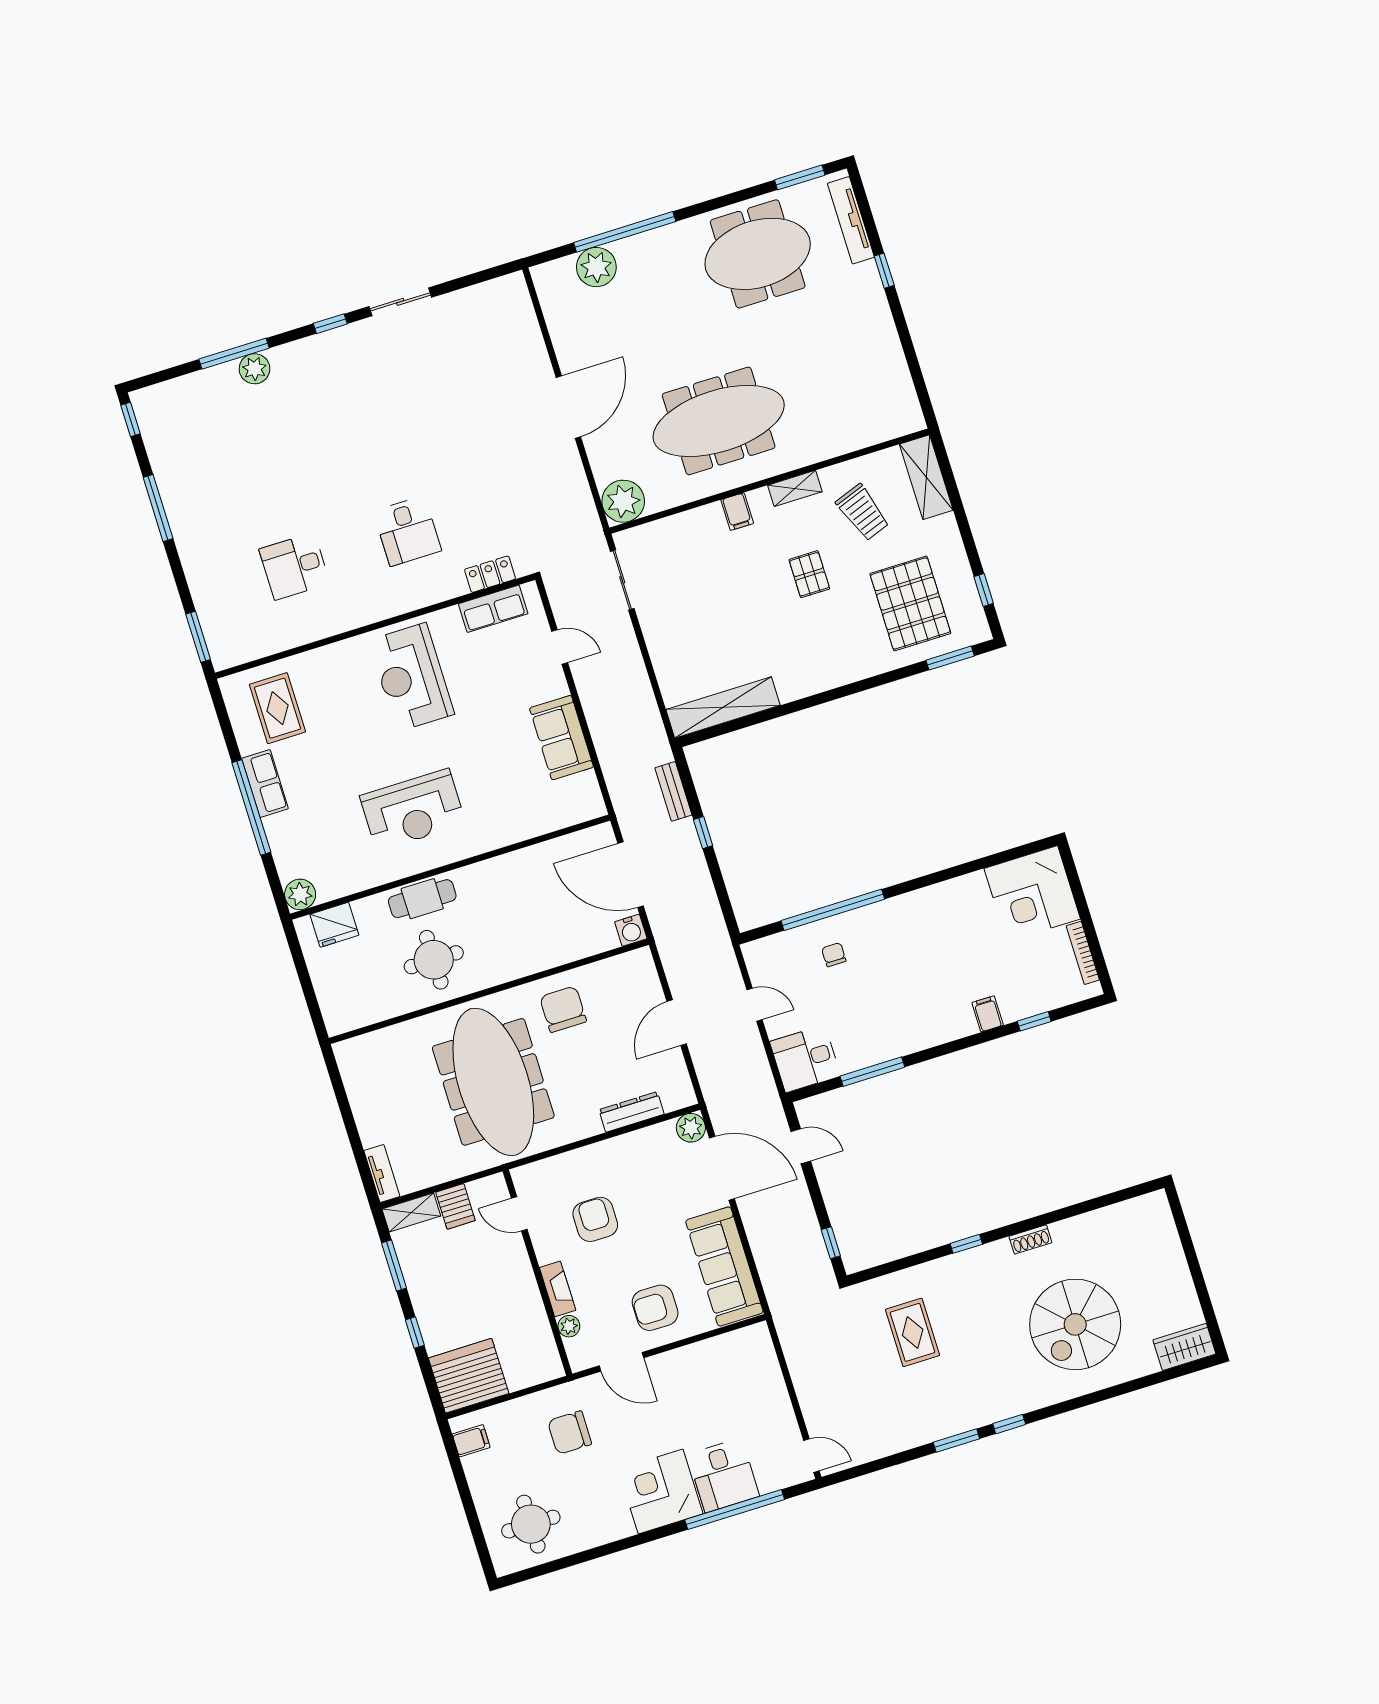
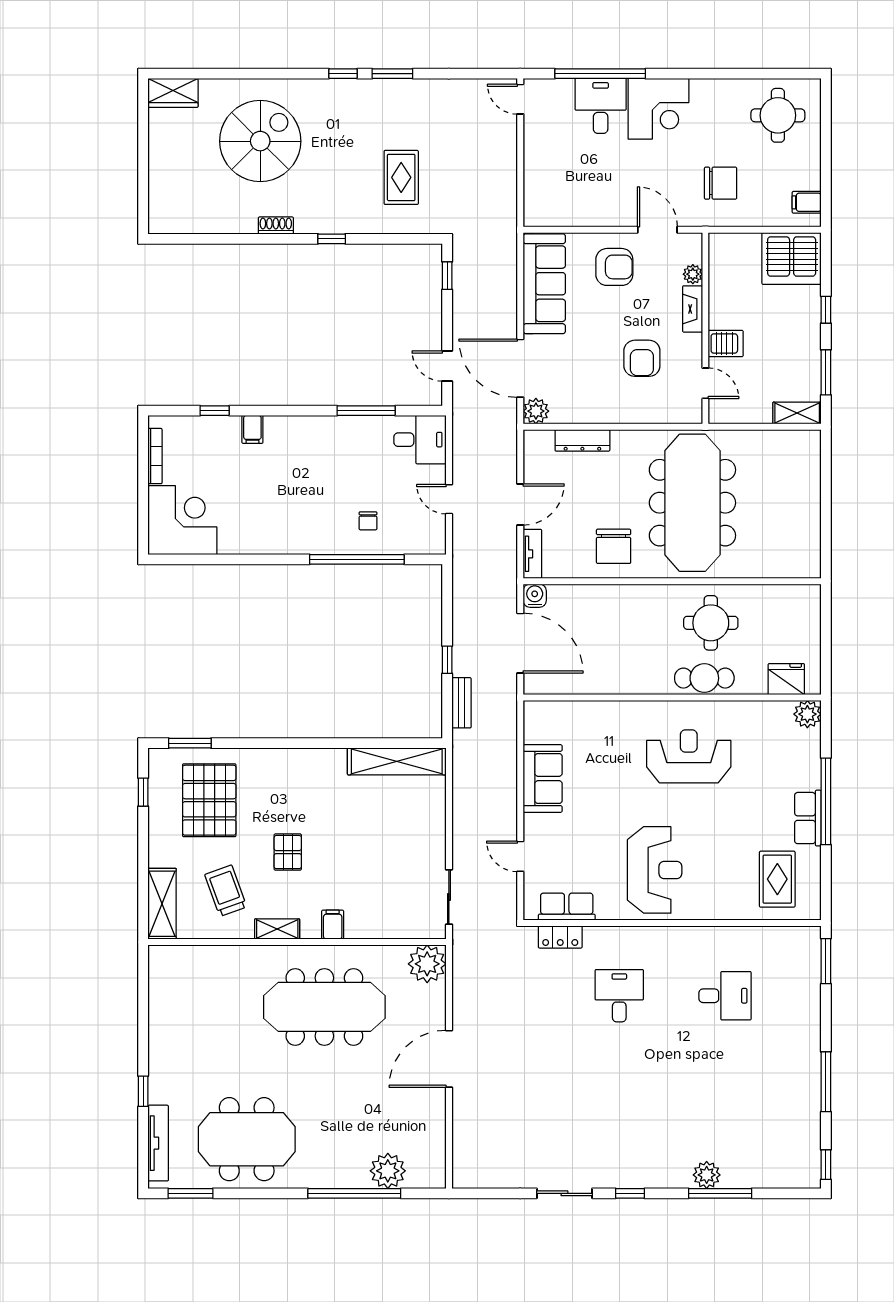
tv unit: (382, 1174) -> (532, 554), moved, turned 180
server rack: (455, 1206) -> (726, 343), moved, turned 90

